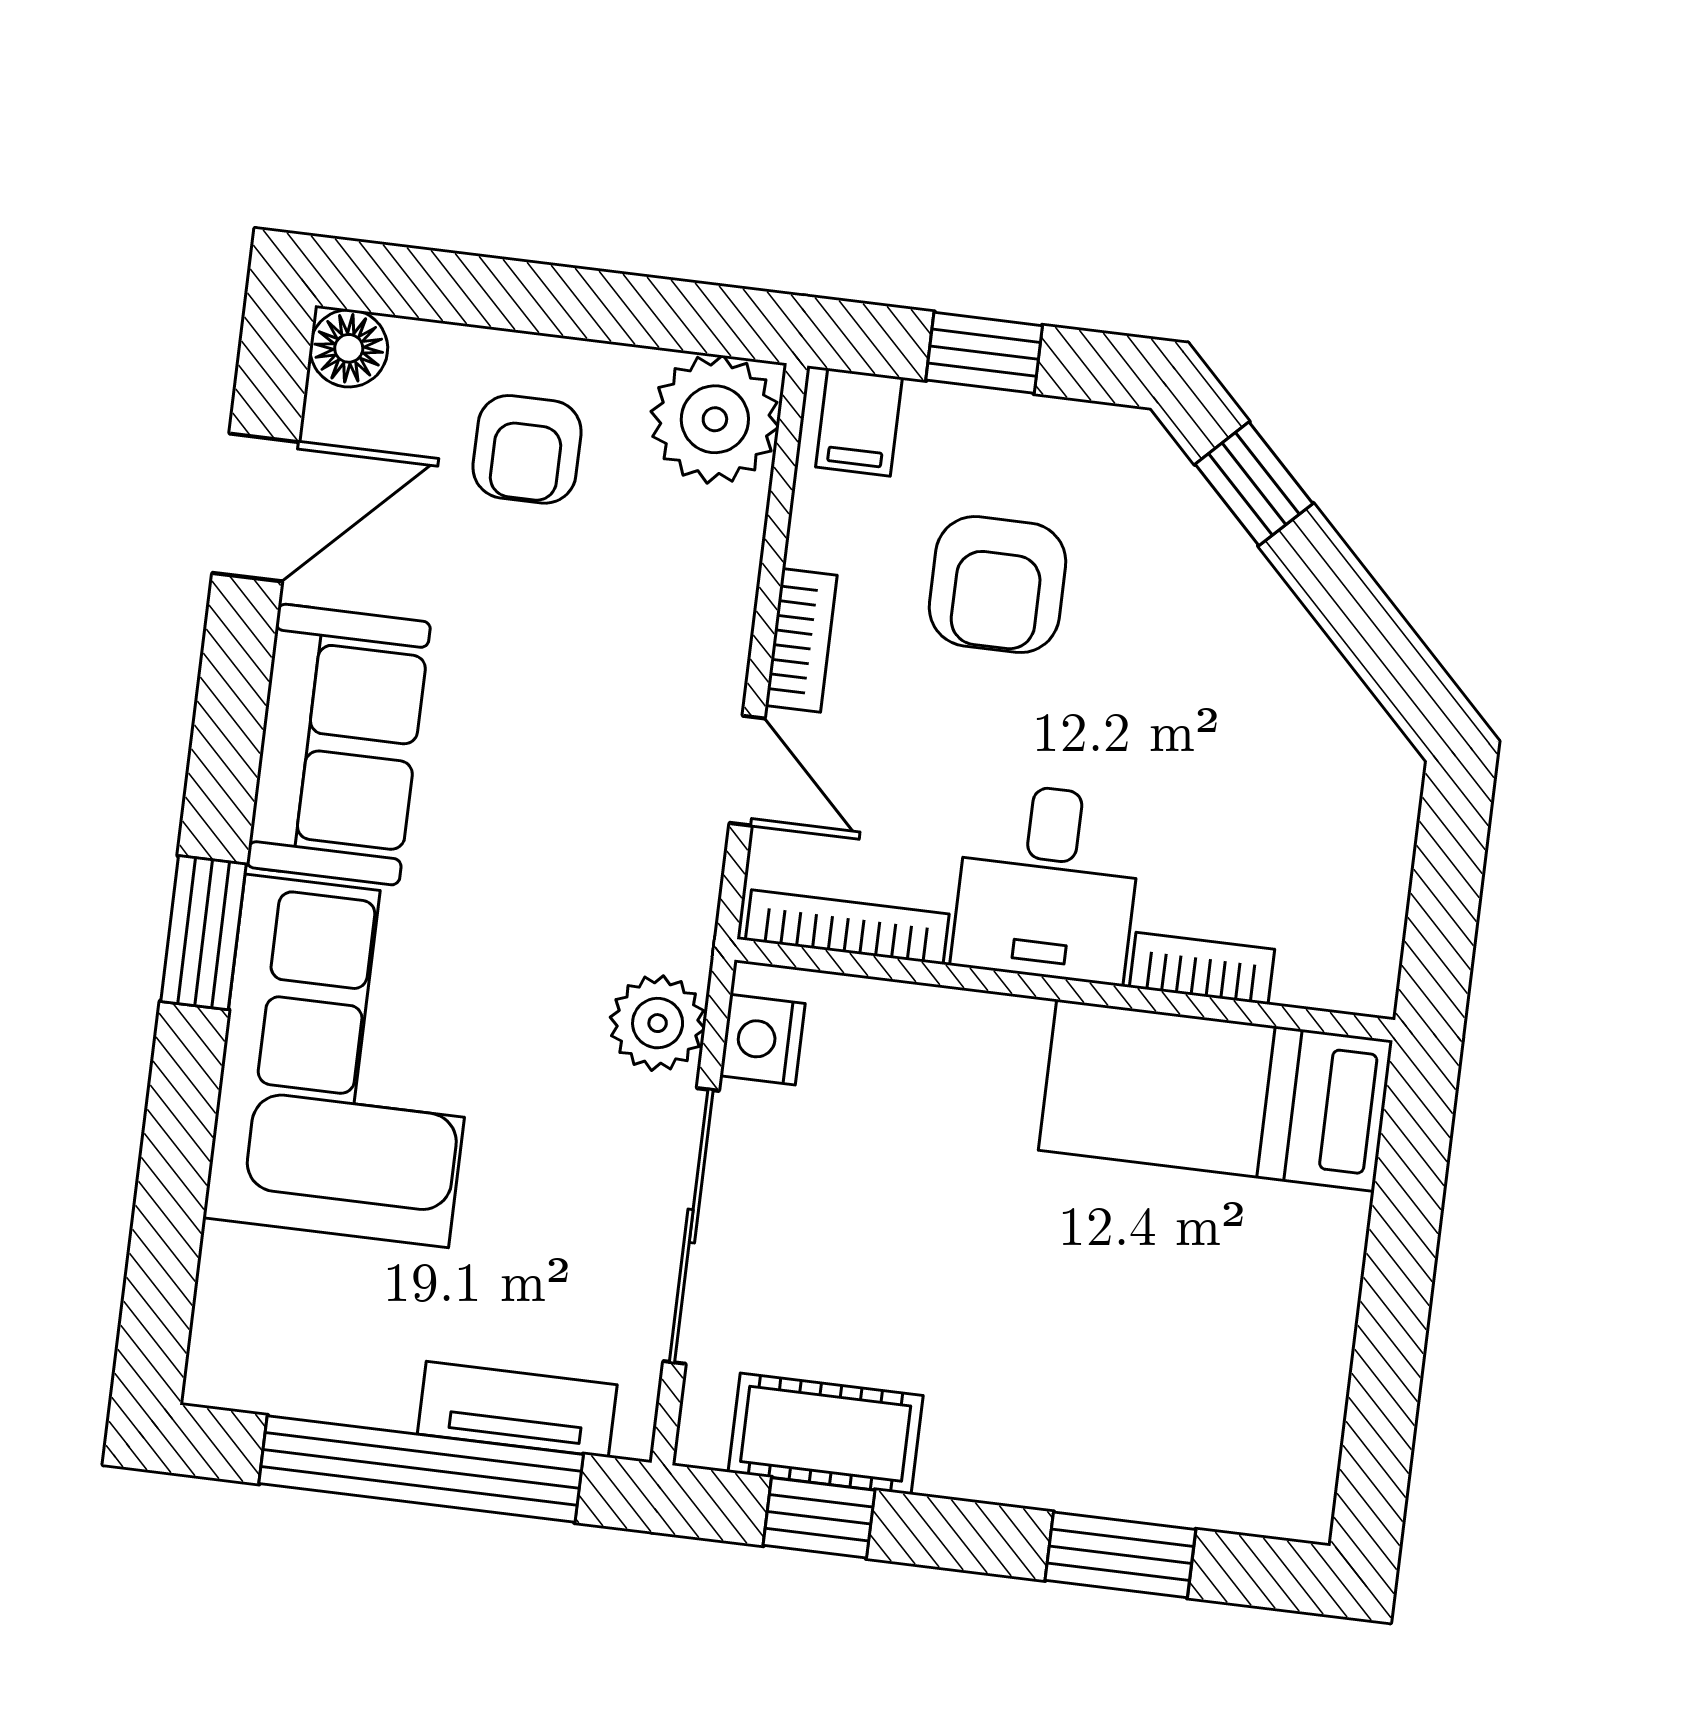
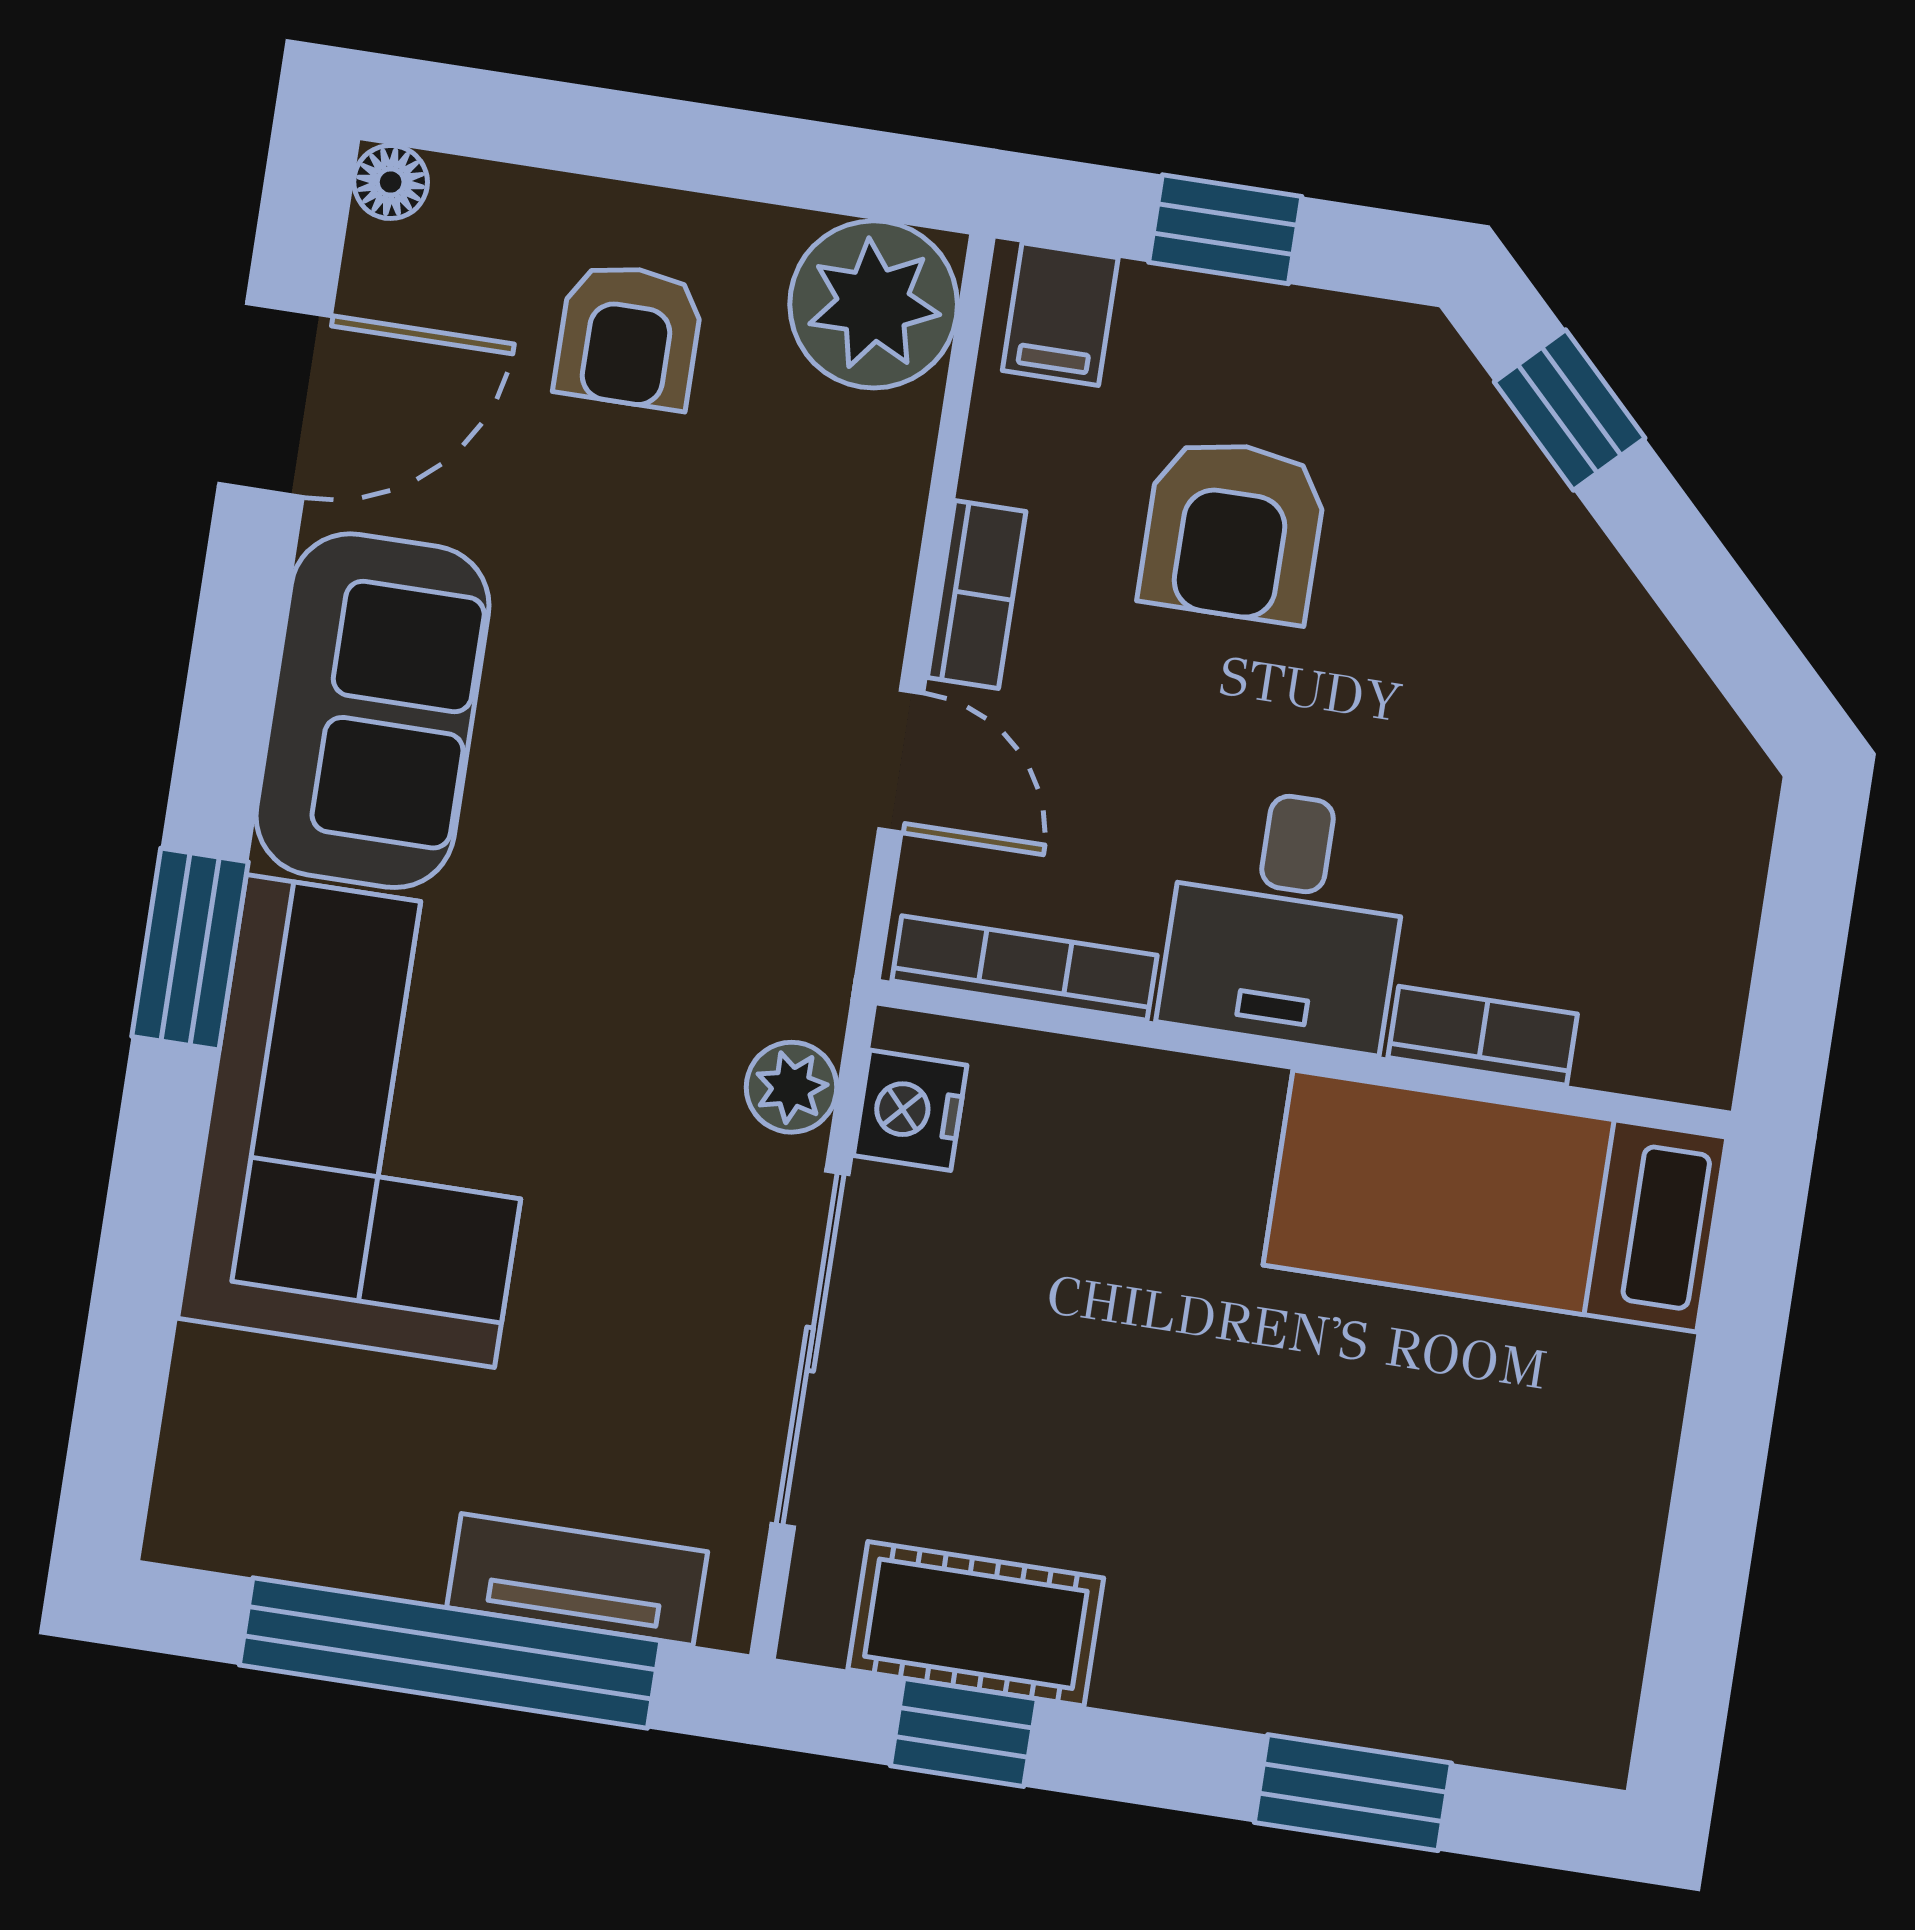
floor lamp: (349, 348) -> (391, 182), width x0.73, depth x0.73
plant: (658, 1023) -> (791, 1087), width x0.73, depth x0.73

